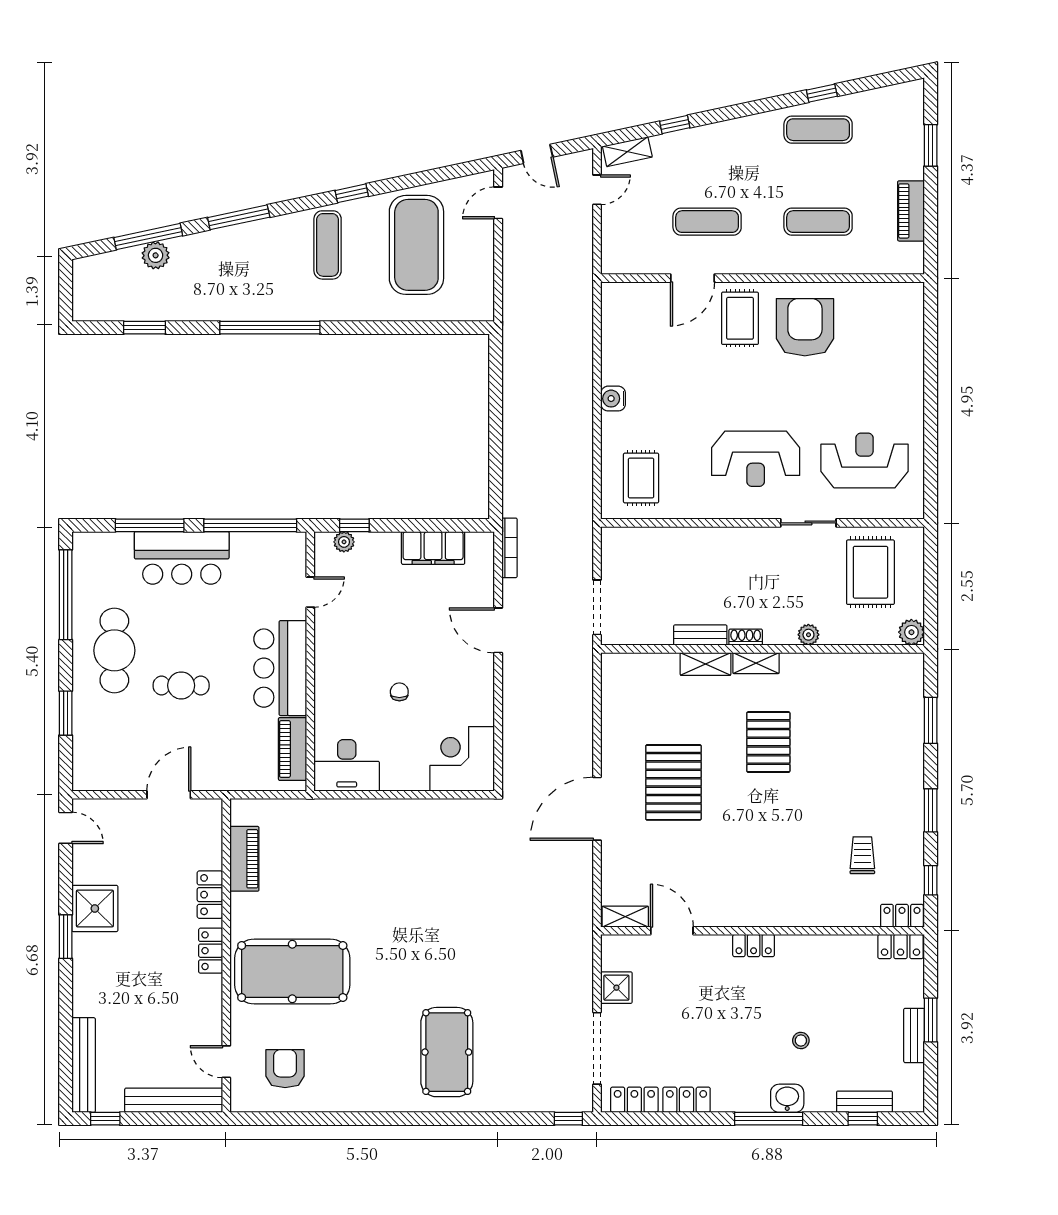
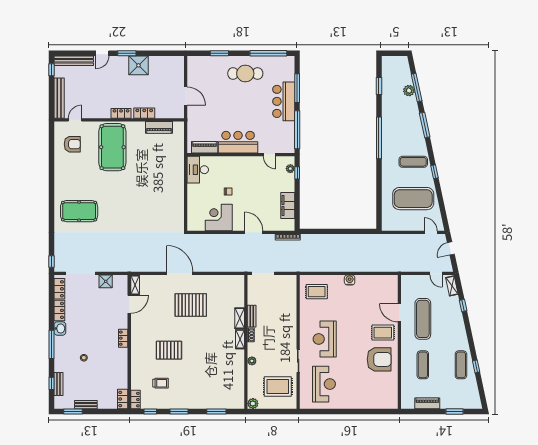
exercise mat: (707, 222) -> (423, 319), width x1.36, depth x1.45
door: (498, 630) -> (254, 232), hinge flipped
cafe table: (181, 685) -> (231, 101), removed
pallet: (768, 742) -> (169, 350), moved
corner desk: (462, 759) -> (219, 217), moved, turned -90
door: (66, 828) -> (102, 53), moved
window: (931, 1020) -> (73, 411), moved
washbasin: (787, 1098) -> (60, 328), moved

